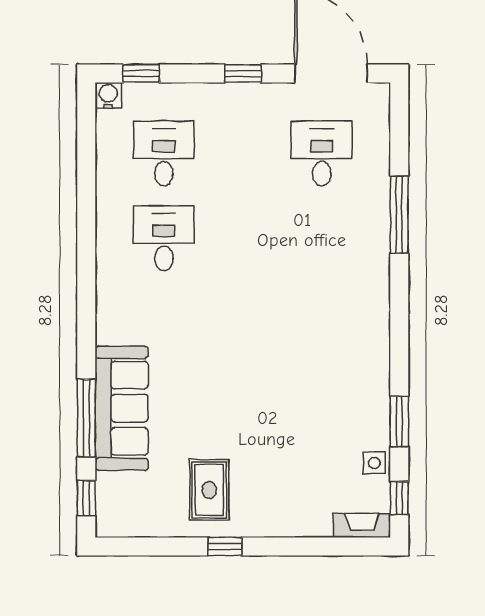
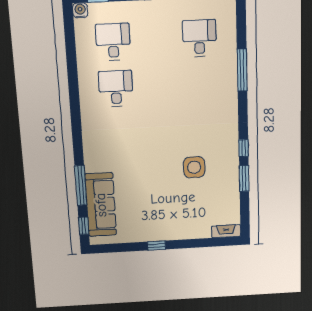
sofa: (122, 408) -> (101, 205), moved
side table: (374, 463) -> (194, 167), moved, width x1.87, depth x1.87
rug: (209, 490) -> (147, 218), removed
window: (399, 498) -> (244, 148), moved

